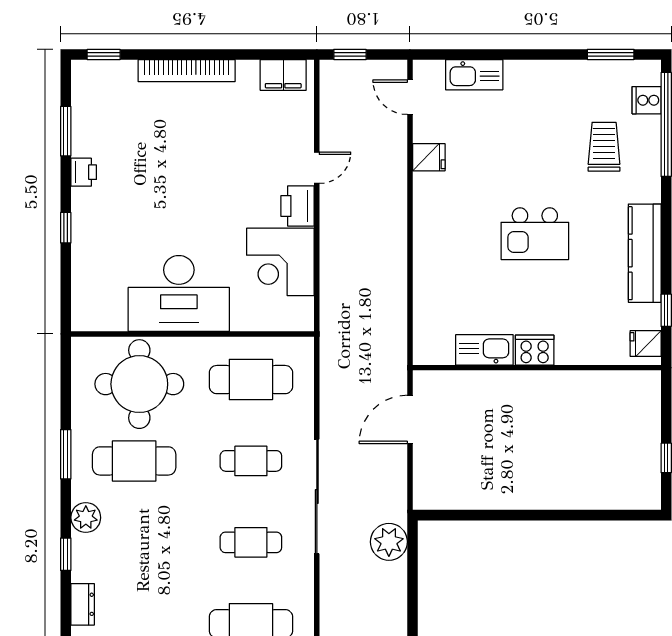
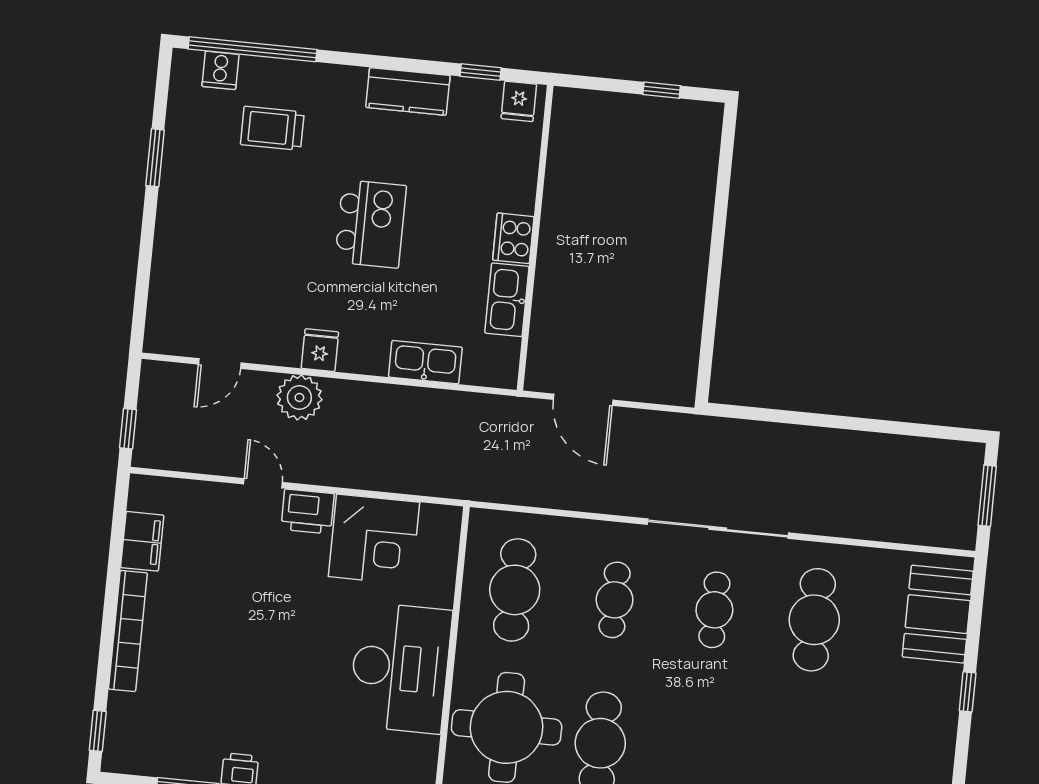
window: (611, 54) -> (155, 158), moved
filing cabinet: (283, 75) -> (142, 541), moved
kitchen sink: (474, 75) -> (425, 362), moved, turned -90
door: (410, 97) -> (220, 363), moved
fridge: (429, 157) -> (320, 350), moved
kitchen counter: (645, 253) -> (408, 91), width x0.67
sliding door: (317, 497) -> (718, 529), moved
plant: (389, 542) -> (299, 397), moved

